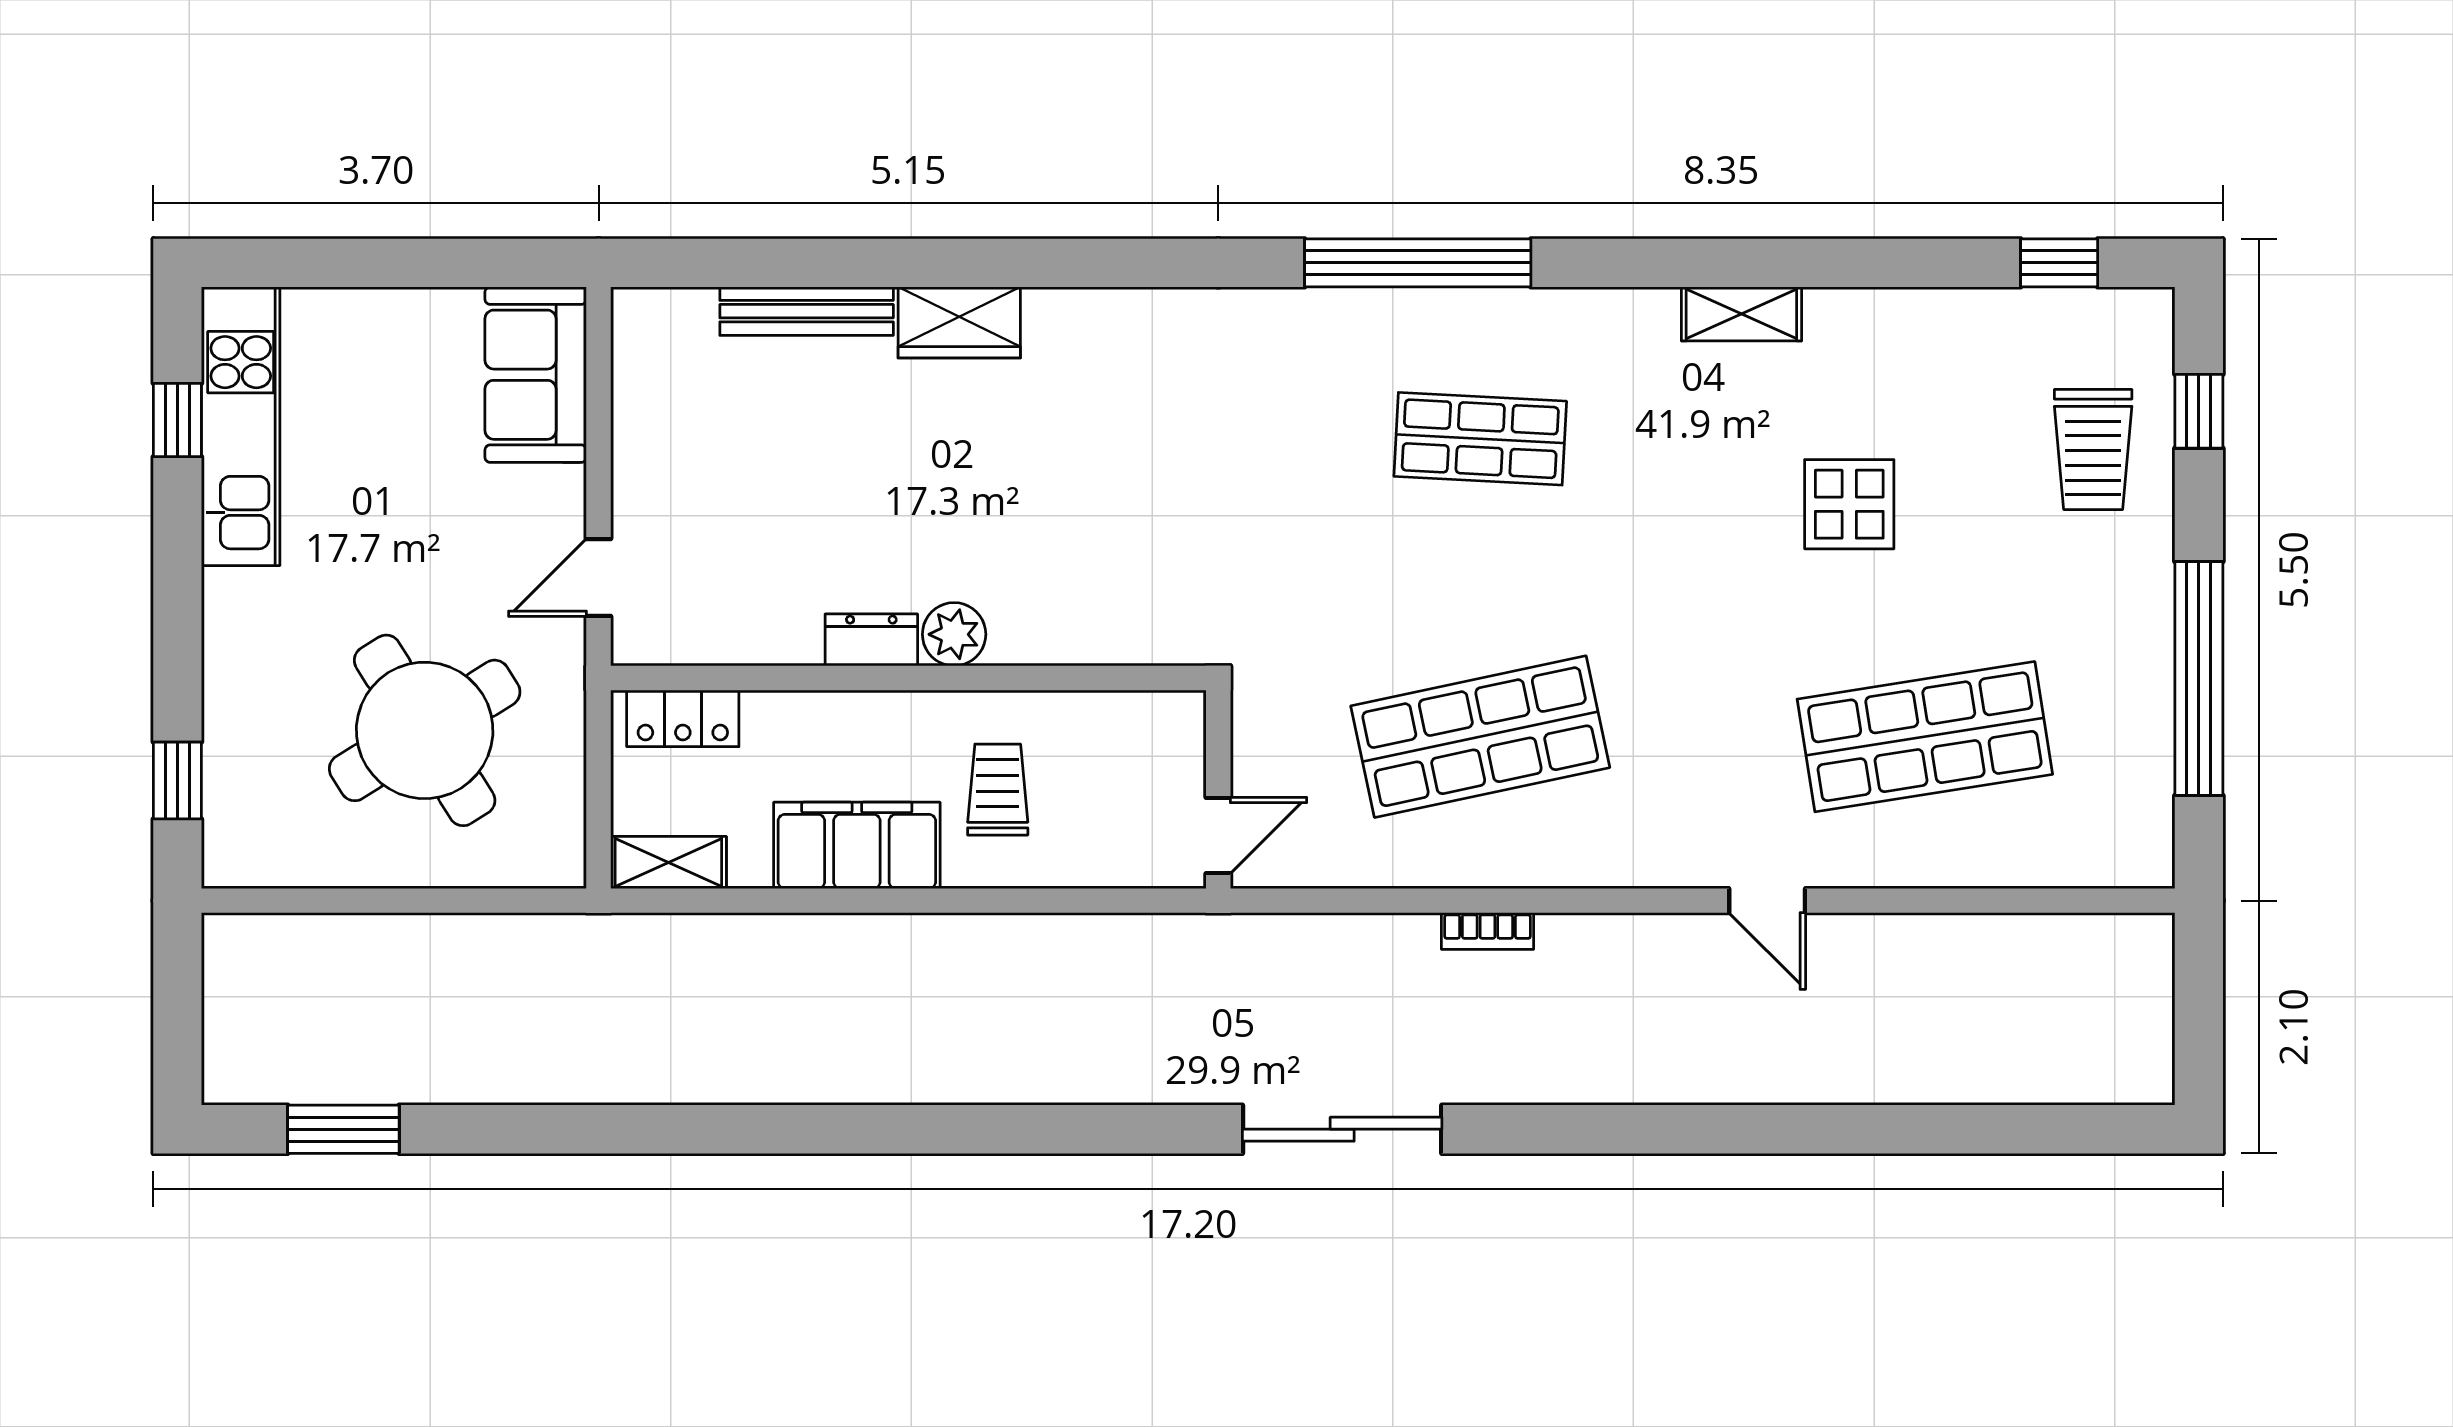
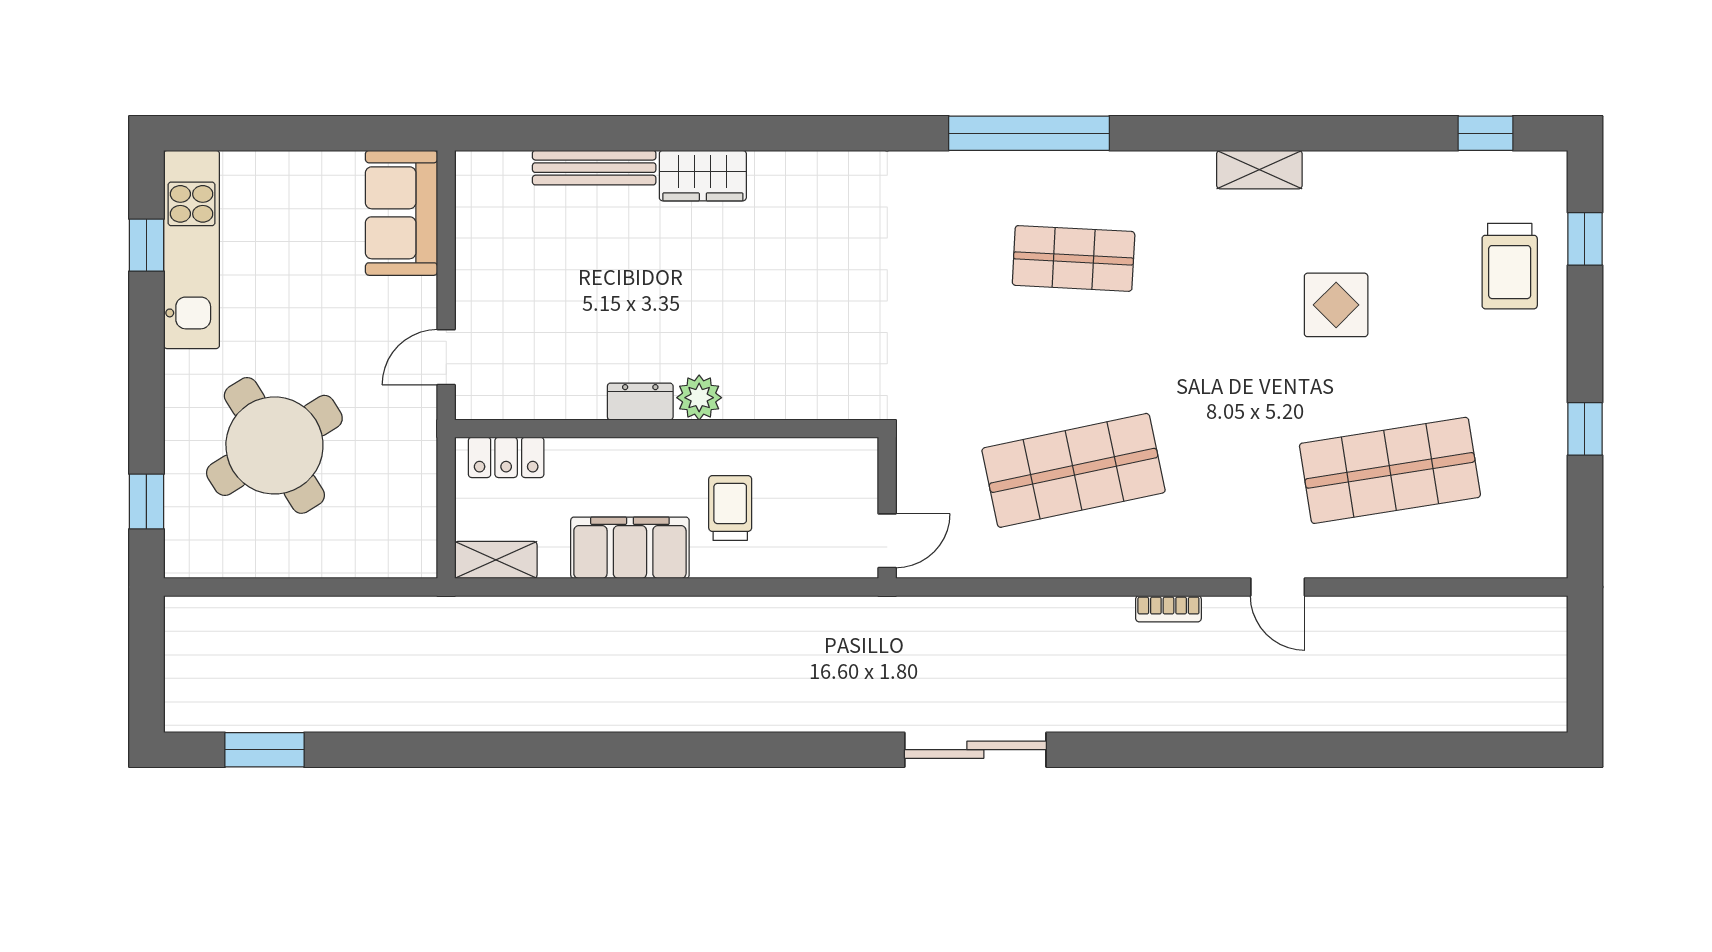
window: (2199, 678) -> (1585, 429), width x0.32
round table: (425, 730) -> (274, 445), moved
bookcase: (1487, 931) -> (1168, 609), moved

